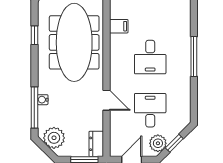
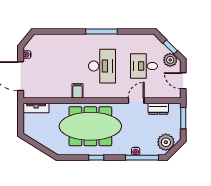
window: (34, 35) -> (96, 158), moved
desk: (150, 57) -> (102, 66), width x1.37
dresser: (96, 144) -> (158, 109), moved

